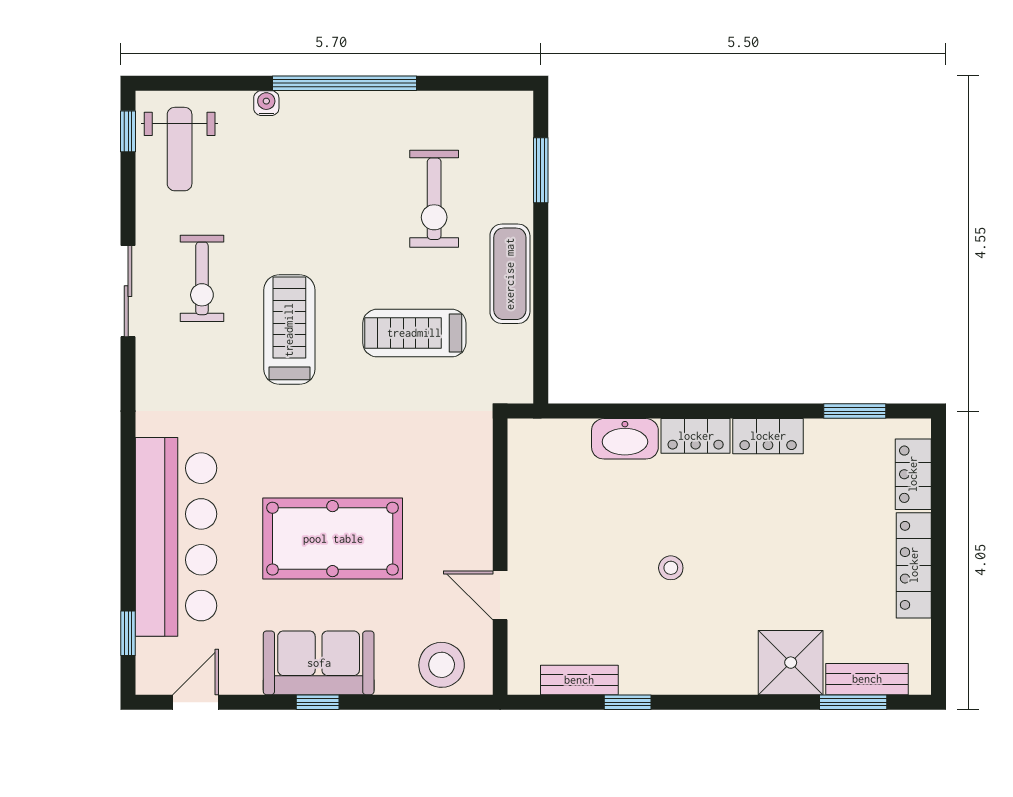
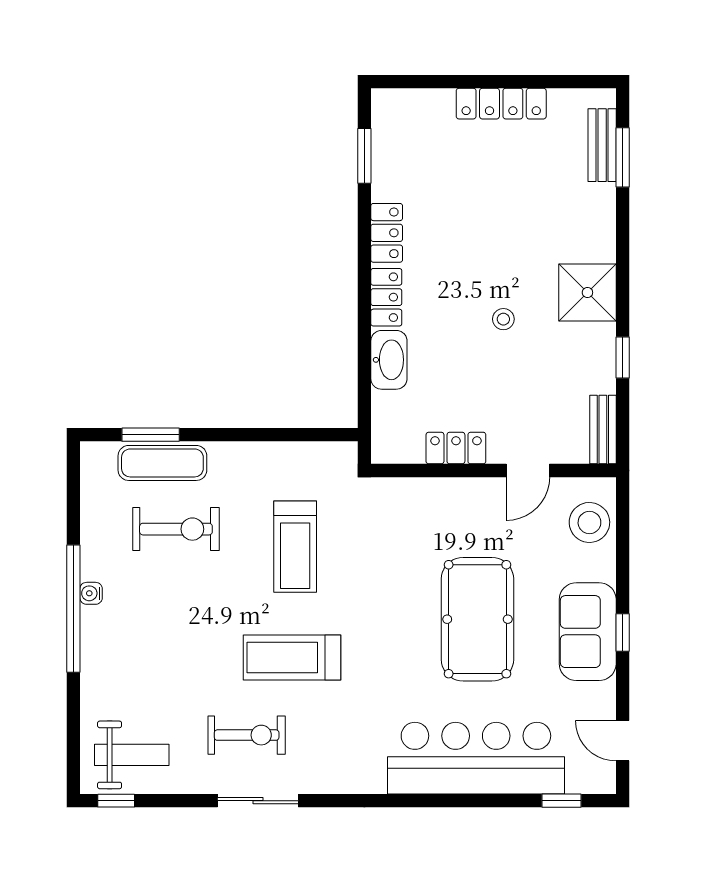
water cooler: (266, 103) -> (91, 593), moved
exercise mat: (510, 274) -> (162, 463), moved
locker: (913, 474) -> (456, 448), moved, turned 180
shower: (791, 663) -> (587, 293), moved
bench: (579, 680) -> (603, 430), moved

